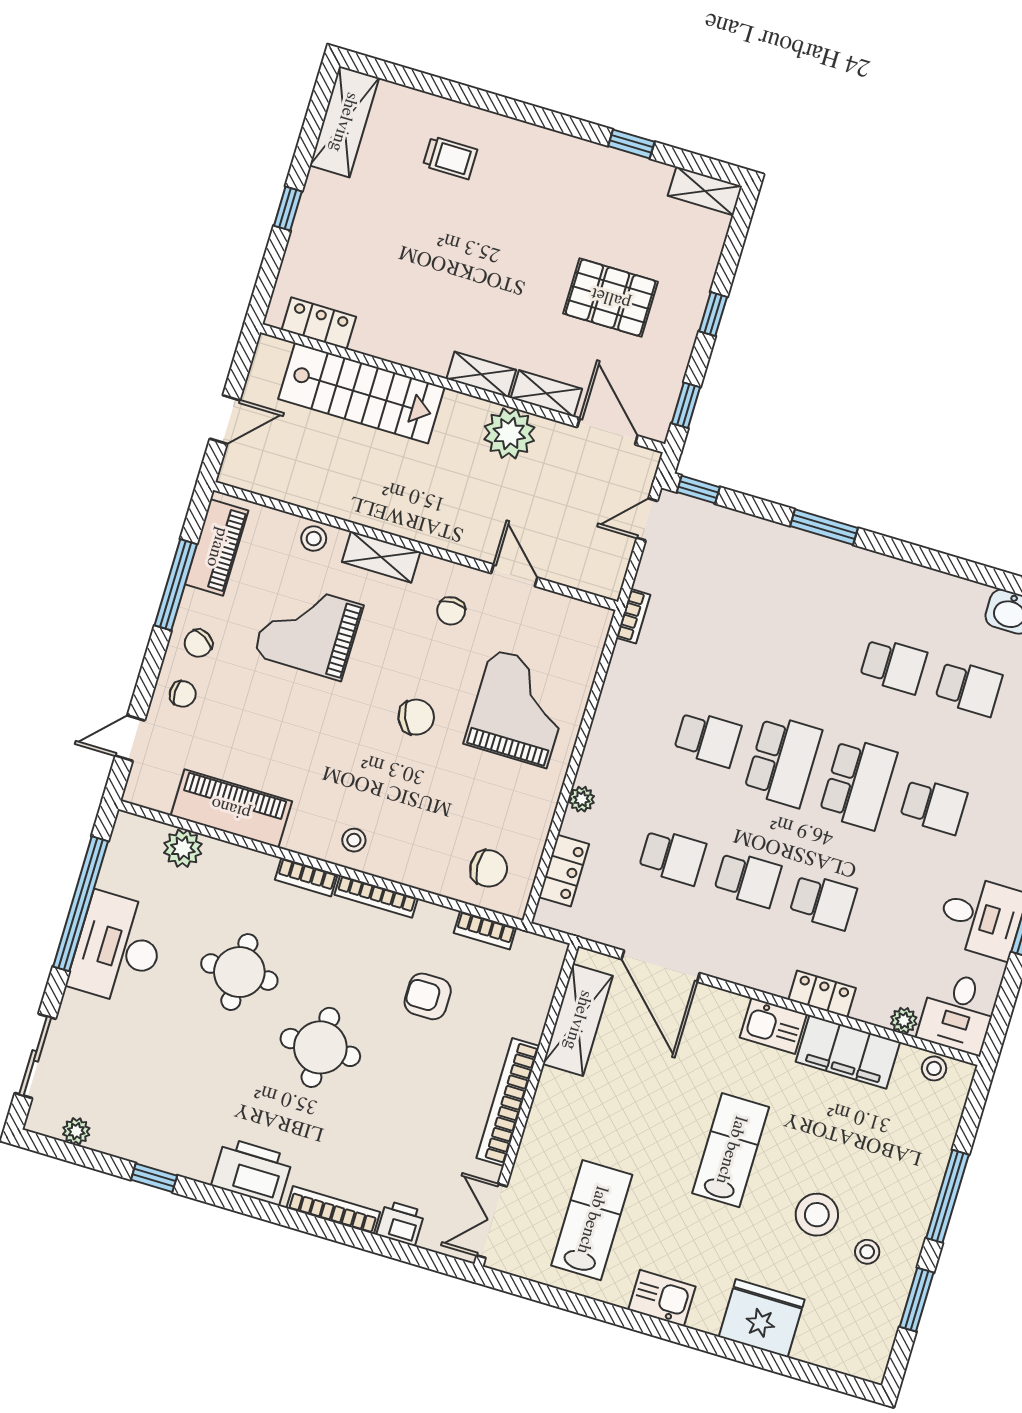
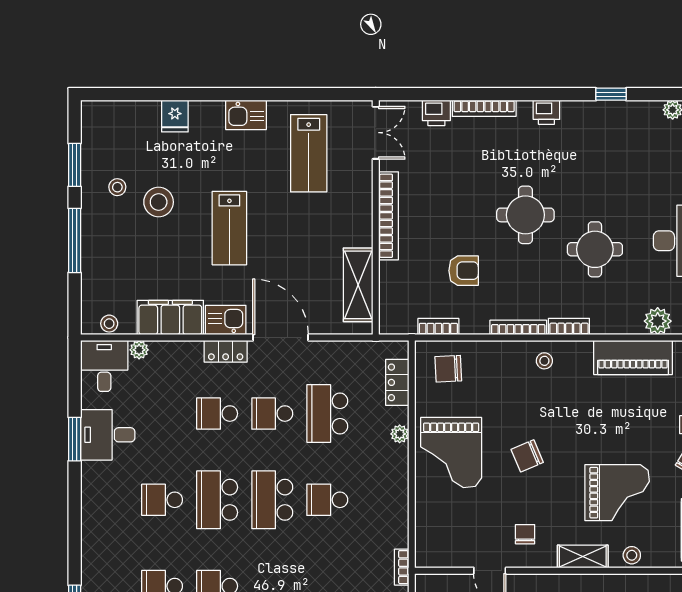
grand piano: (519, 708) -> (451, 453), moved
school desk: (672, 857) -> (327, 414), width x1.85
door: (661, 966) -> (281, 338), moved
locker: (822, 994) -> (226, 351), moved
printer: (252, 1171) -> (546, 112), width x0.53, depth x0.68
fridge: (762, 1318) -> (175, 116), width x0.53, depth x0.75

